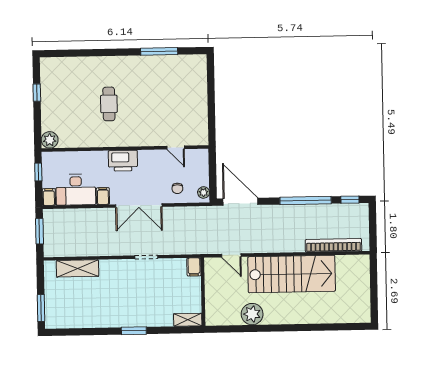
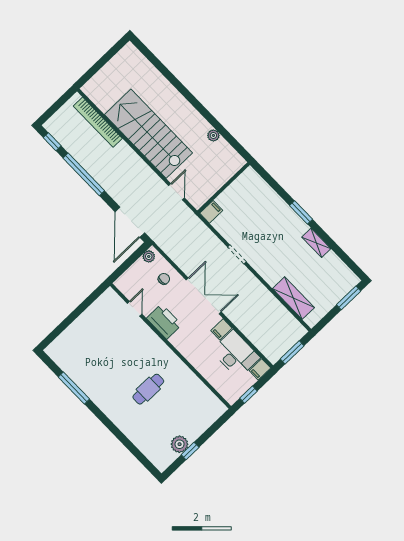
plant: (50, 140) -> (180, 444), moved
printer: (123, 161) -> (164, 322), moved
plant: (252, 314) -> (213, 135), width x0.53, depth x0.53
shelving: (188, 320) -> (316, 243), moved

